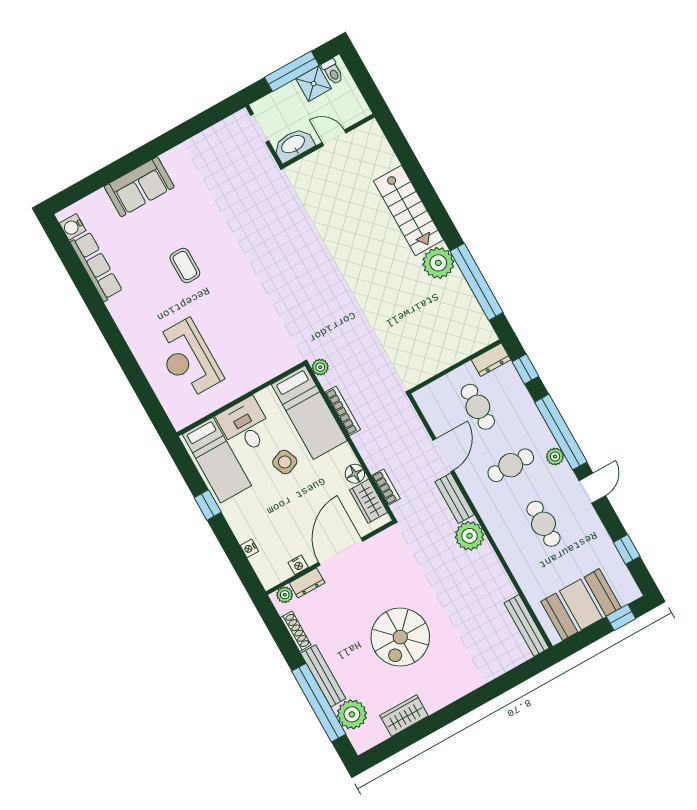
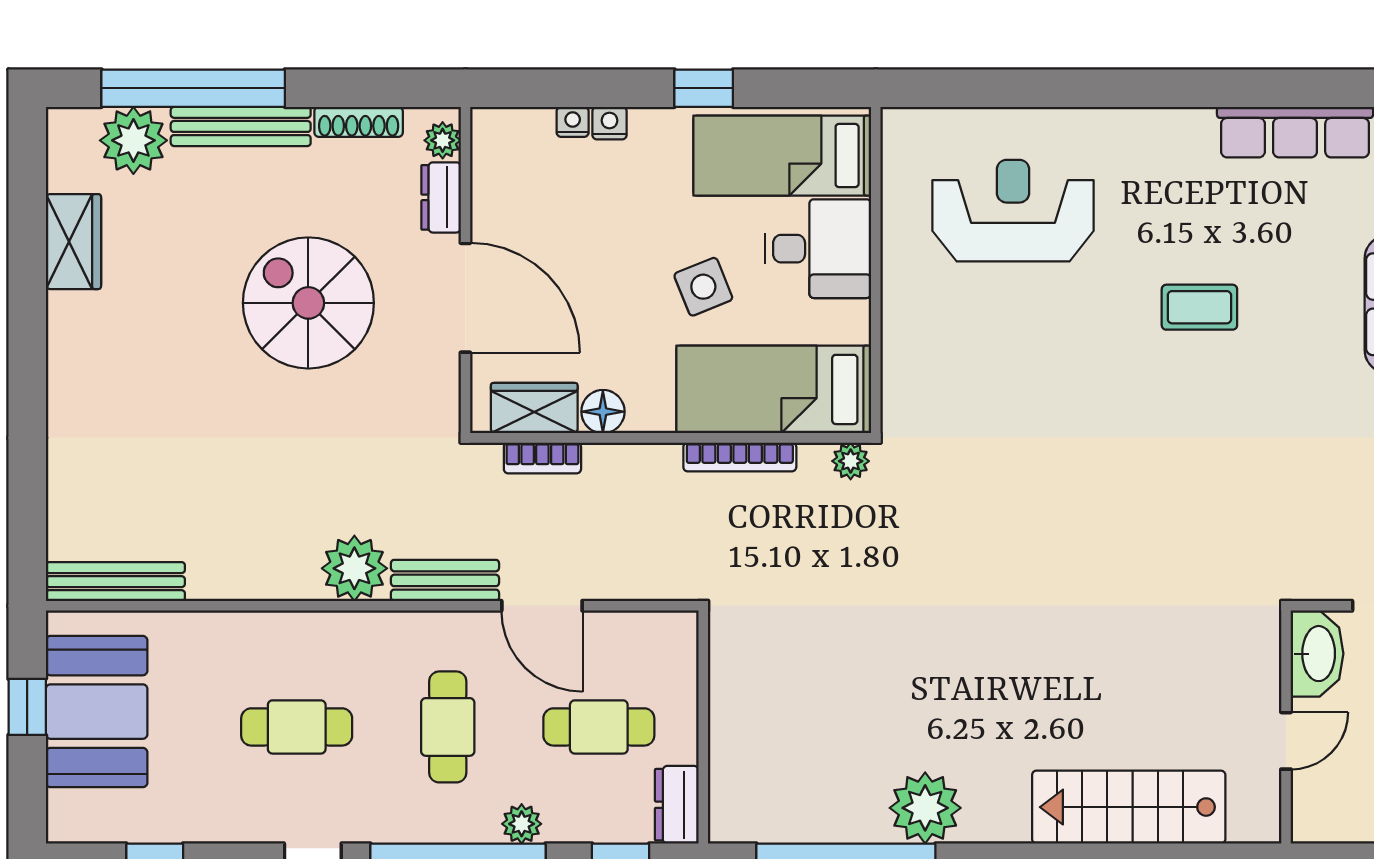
stairs: (408, 210) -> (1129, 807), moved
plant: (555, 456) -> (522, 824), moved
nightstand: (298, 565) -> (609, 123), moved, turned 90
window: (621, 617) -> (27, 707), moved
spiral stairs: (400, 637) -> (308, 303), moved

